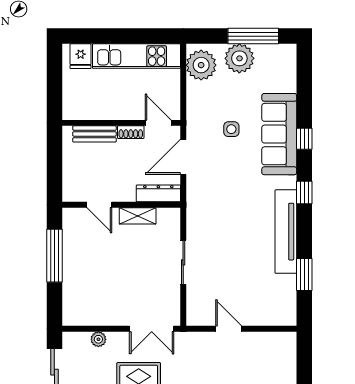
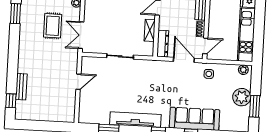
window: (253, 36) -> (255, 106), width x0.69
plant: (201, 65) -> (243, 70), width x0.53, depth x0.53
side table: (231, 129) -> (209, 74), moved

